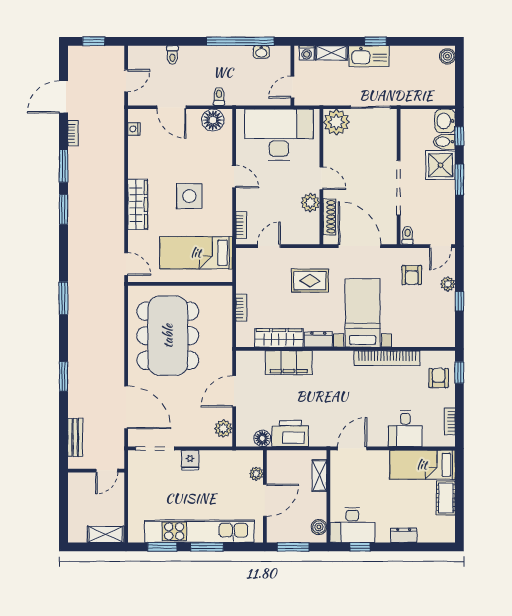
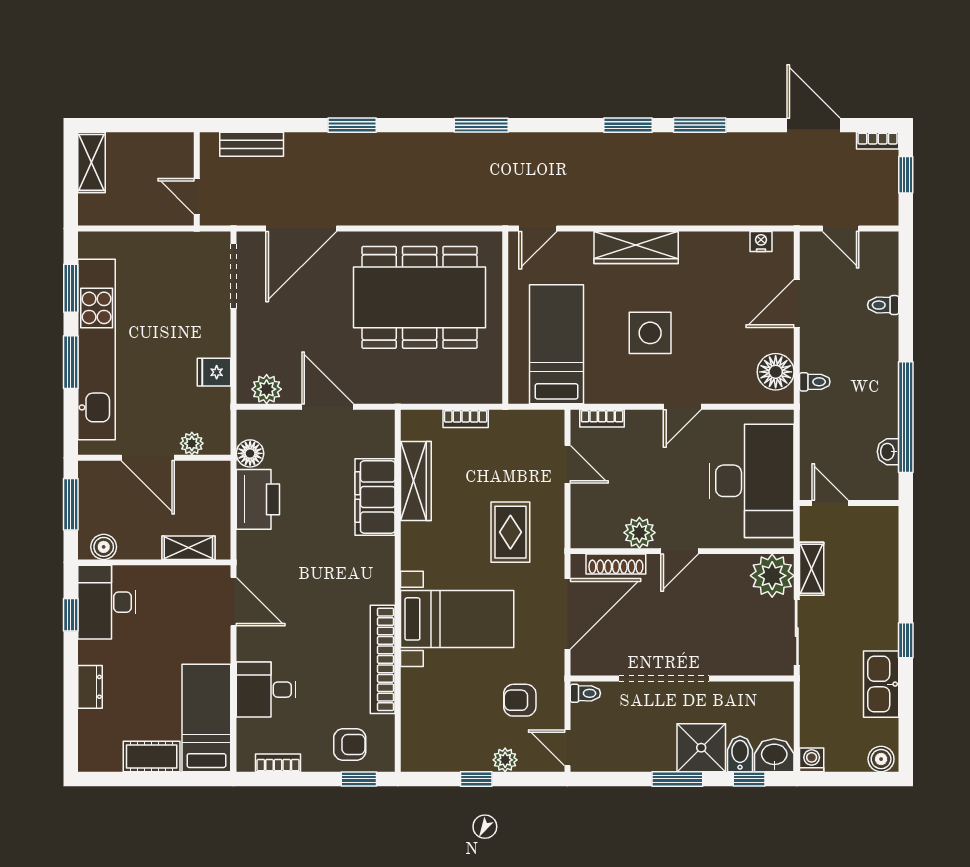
washing machine: (307, 53) -> (812, 760), moved, turned 90
shelving: (331, 53) -> (812, 569), moved
kitchen sink: (369, 56) -> (881, 684), moved
bookcase: (73, 133) -> (878, 141), moved
dresser: (318, 339) -> (413, 546), removed
fridge: (190, 460) -> (214, 372), moved
shelving: (106, 534) -> (91, 162), moved

